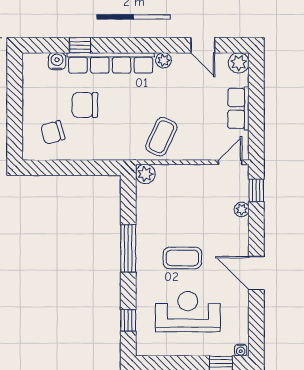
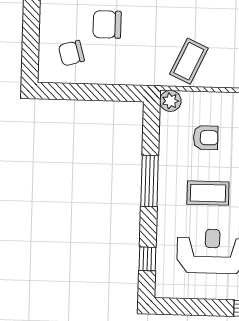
armchair: (179, 207) -> (206, 138), added

